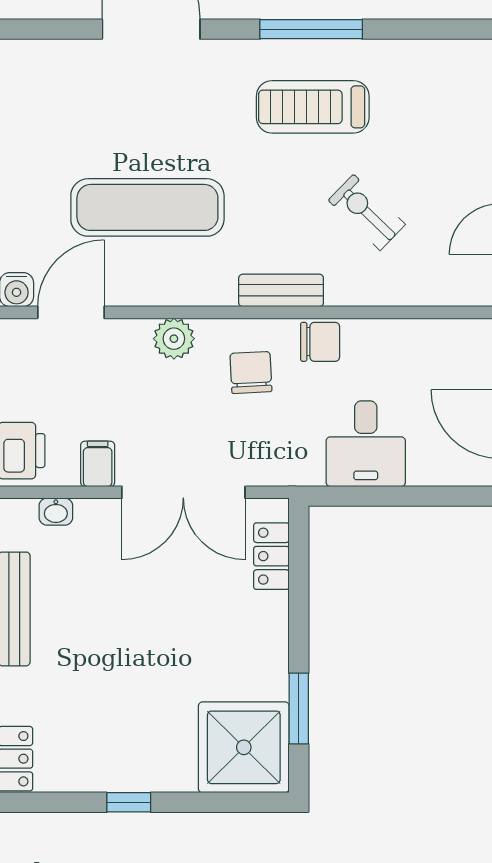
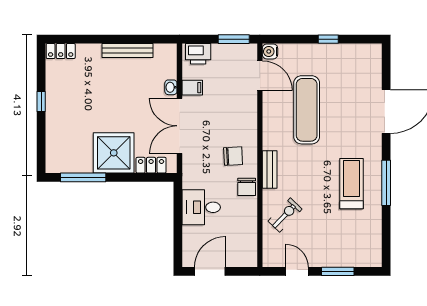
exercise bike: (367, 212) -> (285, 215), moved
plant: (174, 339) -> (248, 122), removed
washbasin: (56, 512) -> (171, 87), moved
window: (299, 709) -> (83, 177), width x1.44
shower: (244, 747) -> (114, 153), moved

